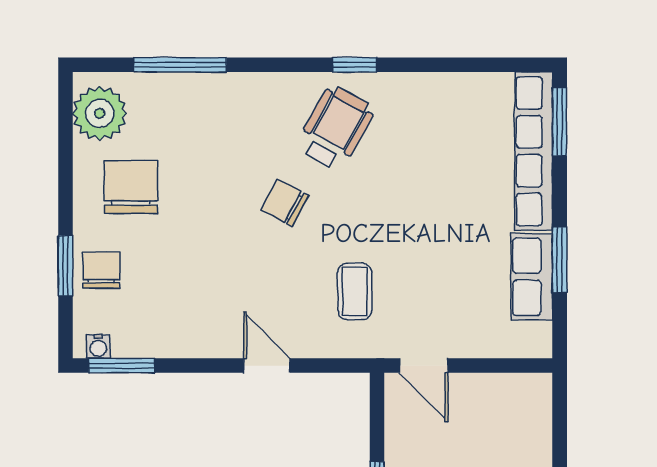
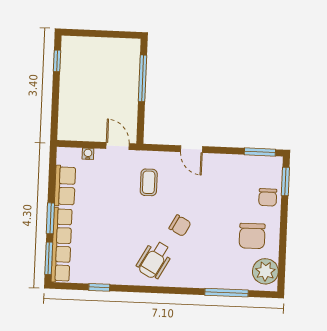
window: (355, 65) -> (99, 287), moved
window: (560, 260) -> (50, 218), moved
window: (65, 266) -> (285, 182), moved
water cooler: (98, 346) -> (88, 154), moved

